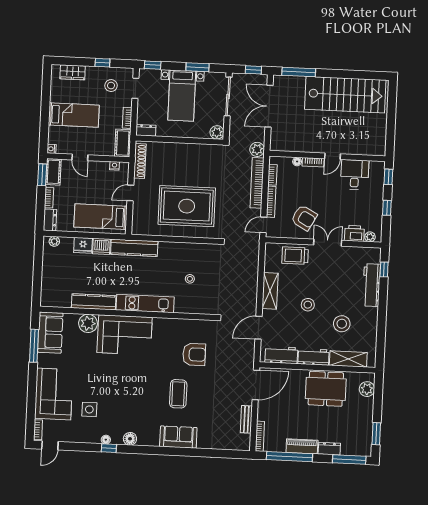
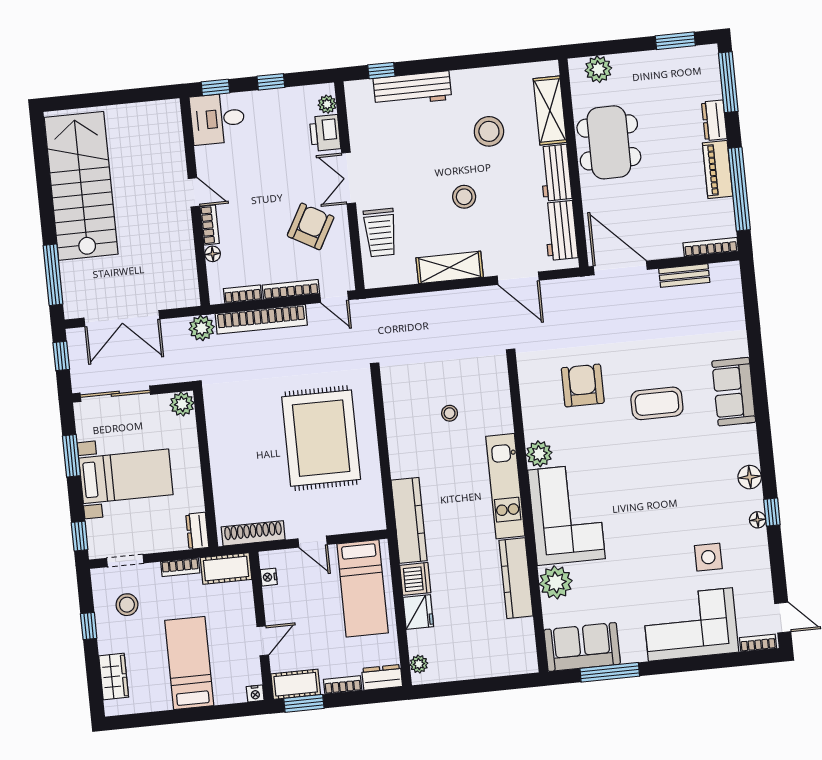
desk: (355, 175) -> (218, 119), moved
plant: (160, 325) -> (539, 454), added

